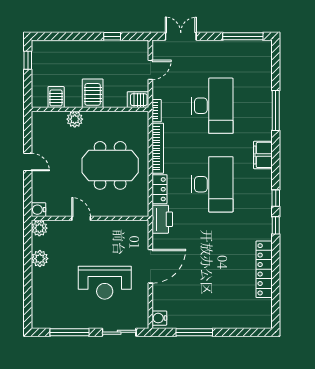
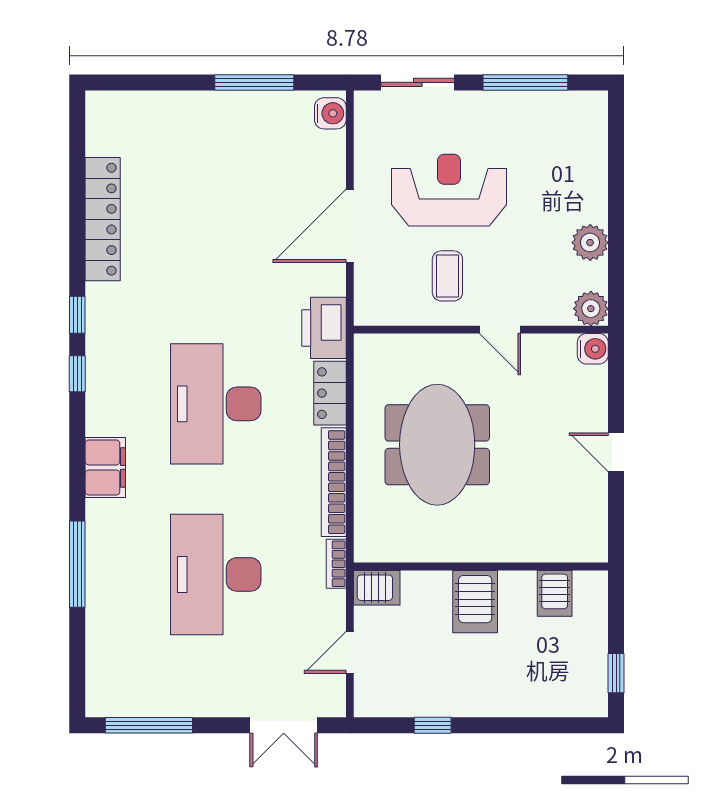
plant: (75, 119) -> (514, 545), removed
meeting table: (110, 165) -> (437, 445), turned 90
coffee table: (105, 243) -> (447, 276), added

